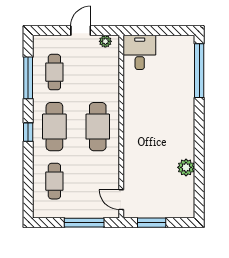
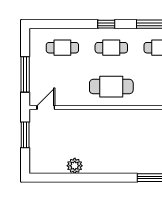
cafe table: (54, 127) -> (111, 48), width x0.73, depth x0.74

